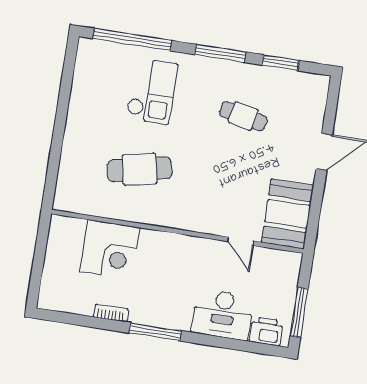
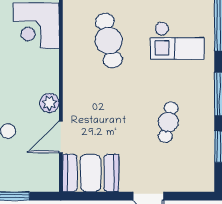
door: (241, 241) -> (61, 137), width x1.38
plant: (200, 248) -> (49, 103), added

